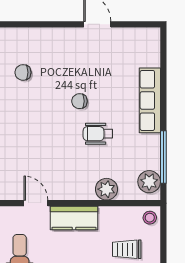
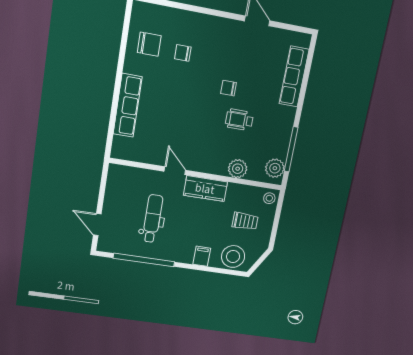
row of seats: (150, 100) -> (294, 77), moved
trolley: (127, 249) -> (245, 221), turned 180

